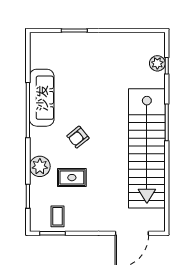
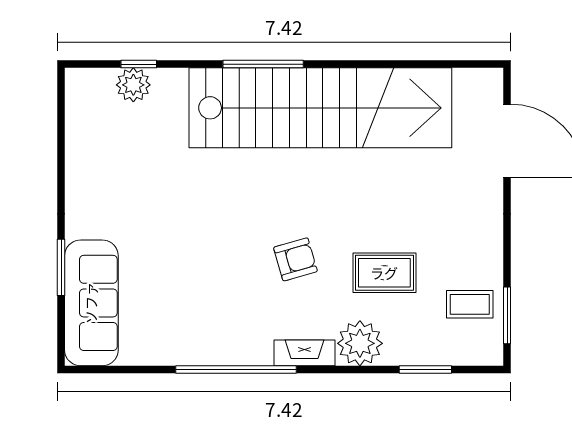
sofa: (42, 98) -> (91, 303), moved, turned 90
armchair: (78, 137) -> (295, 259), turned -67
fireplace: (35, 141) -> (305, 353), added
rug: (72, 178) -> (384, 273), turned 90

